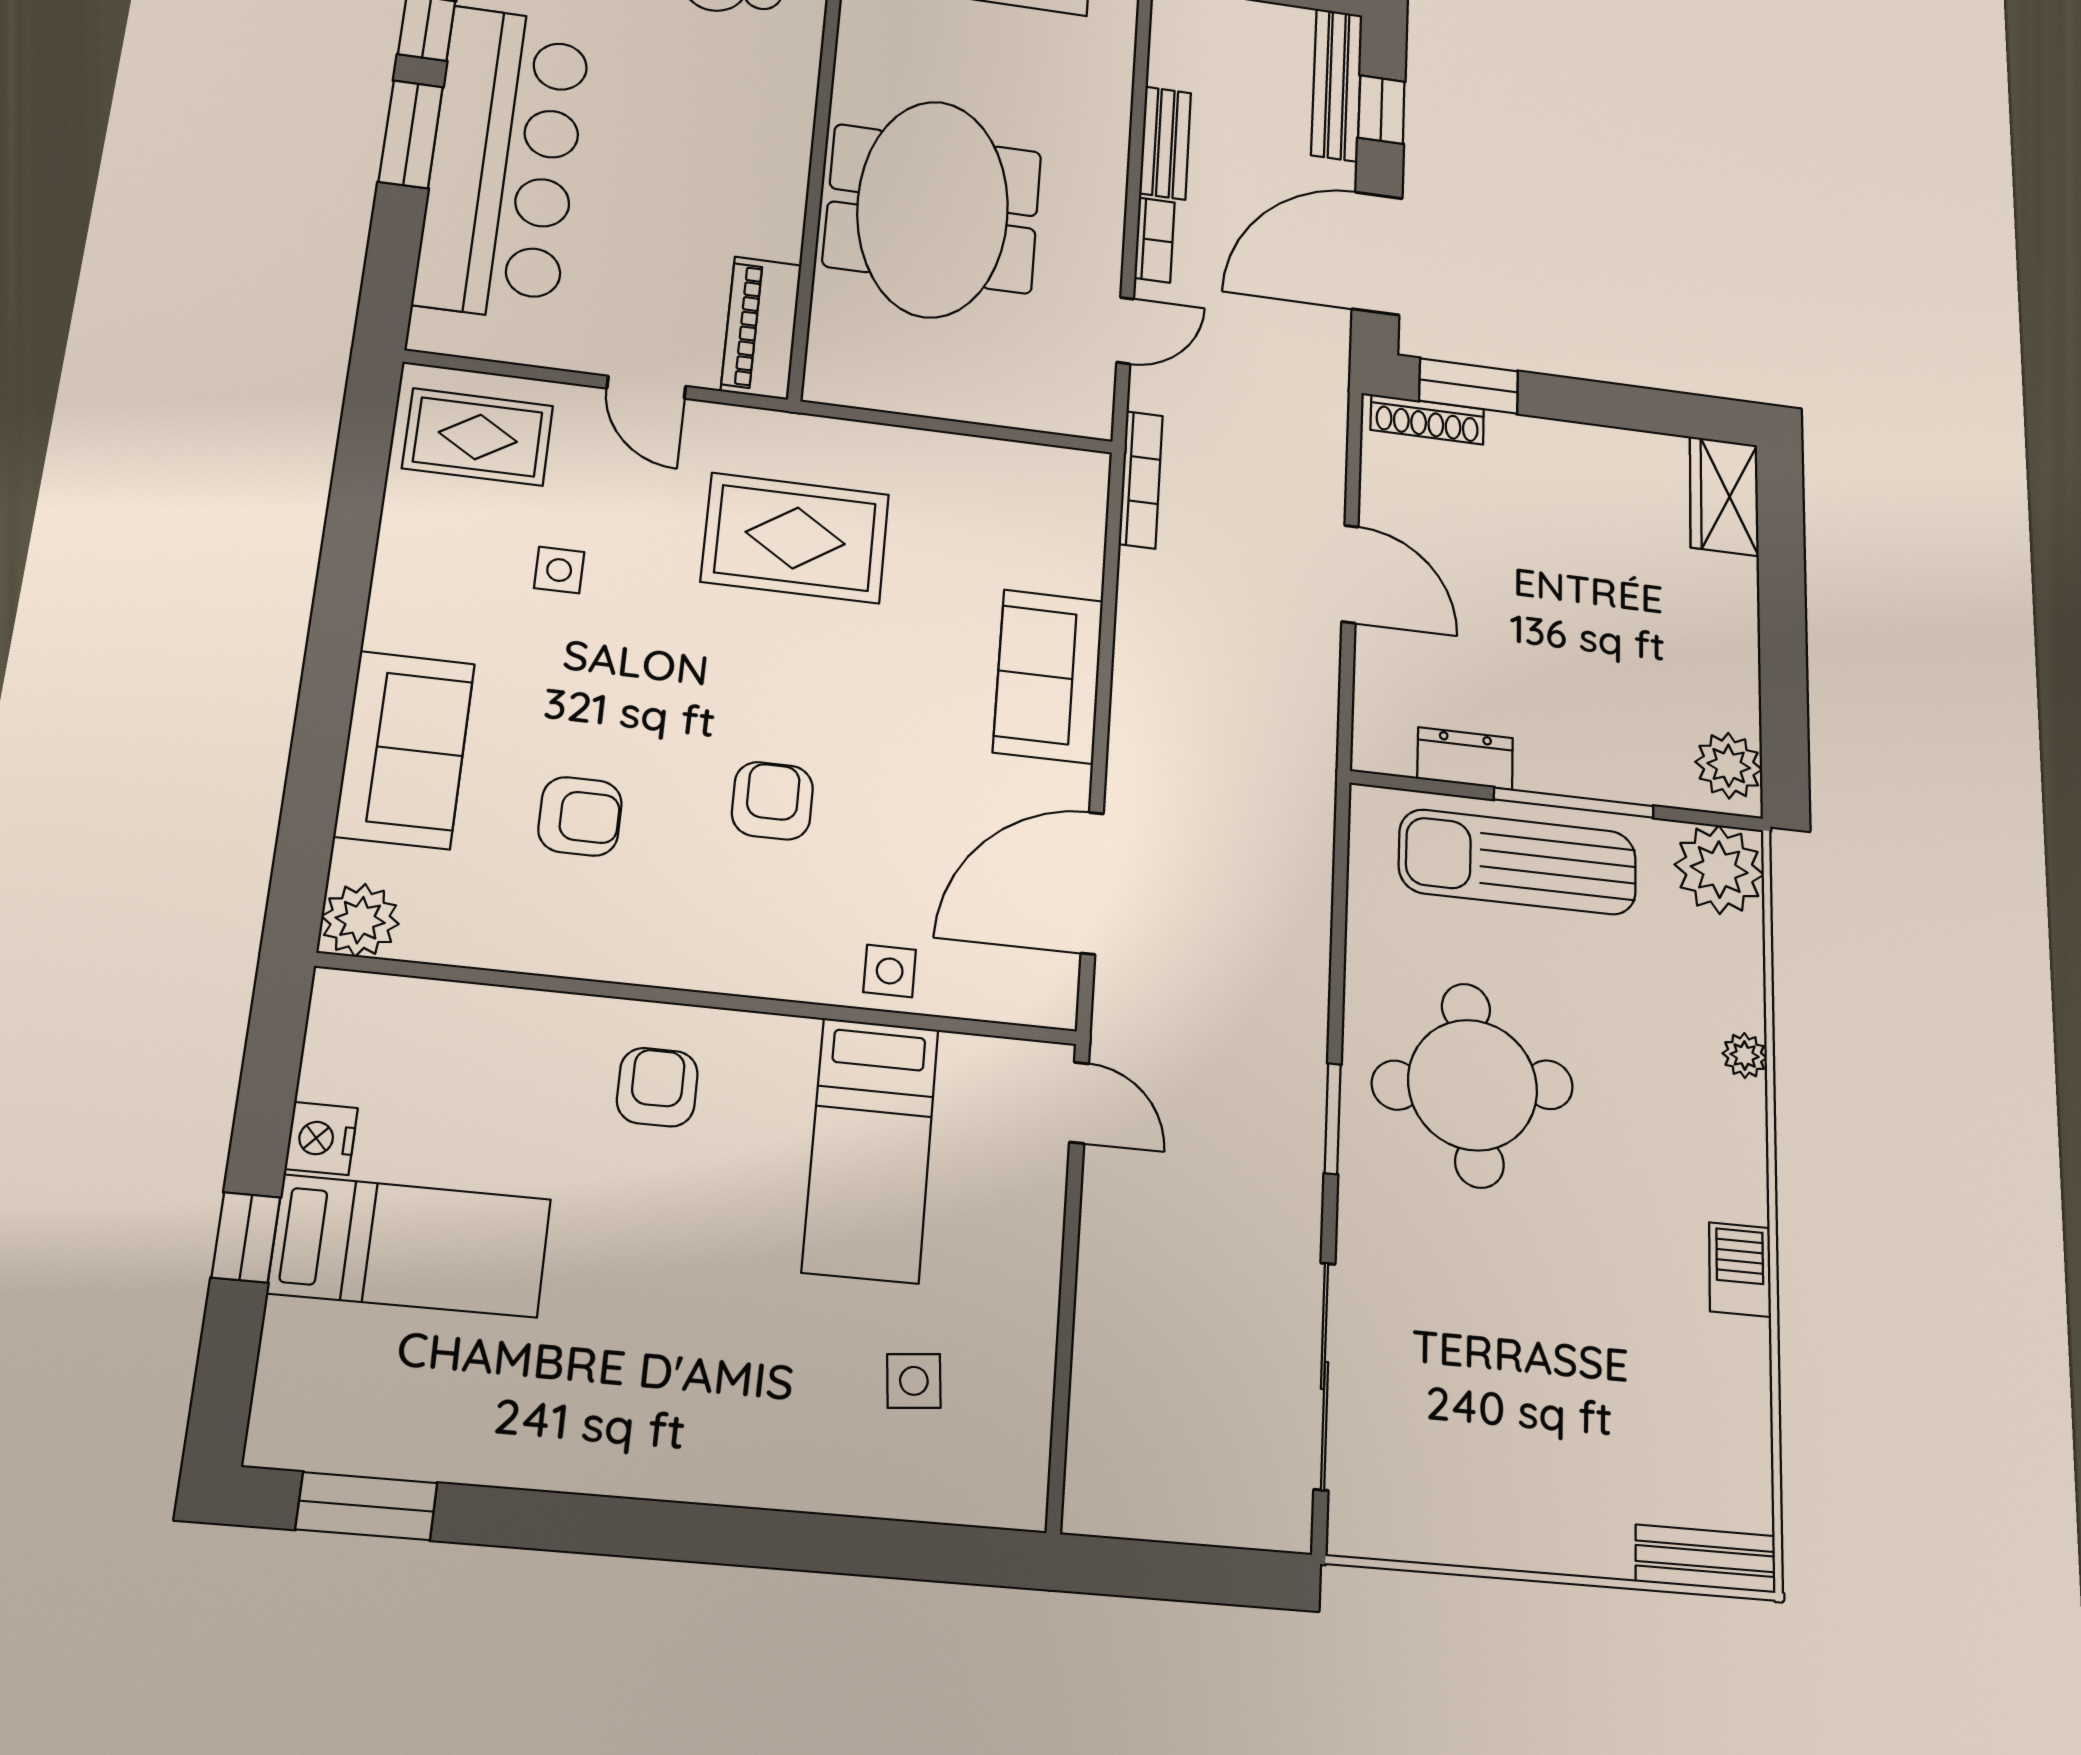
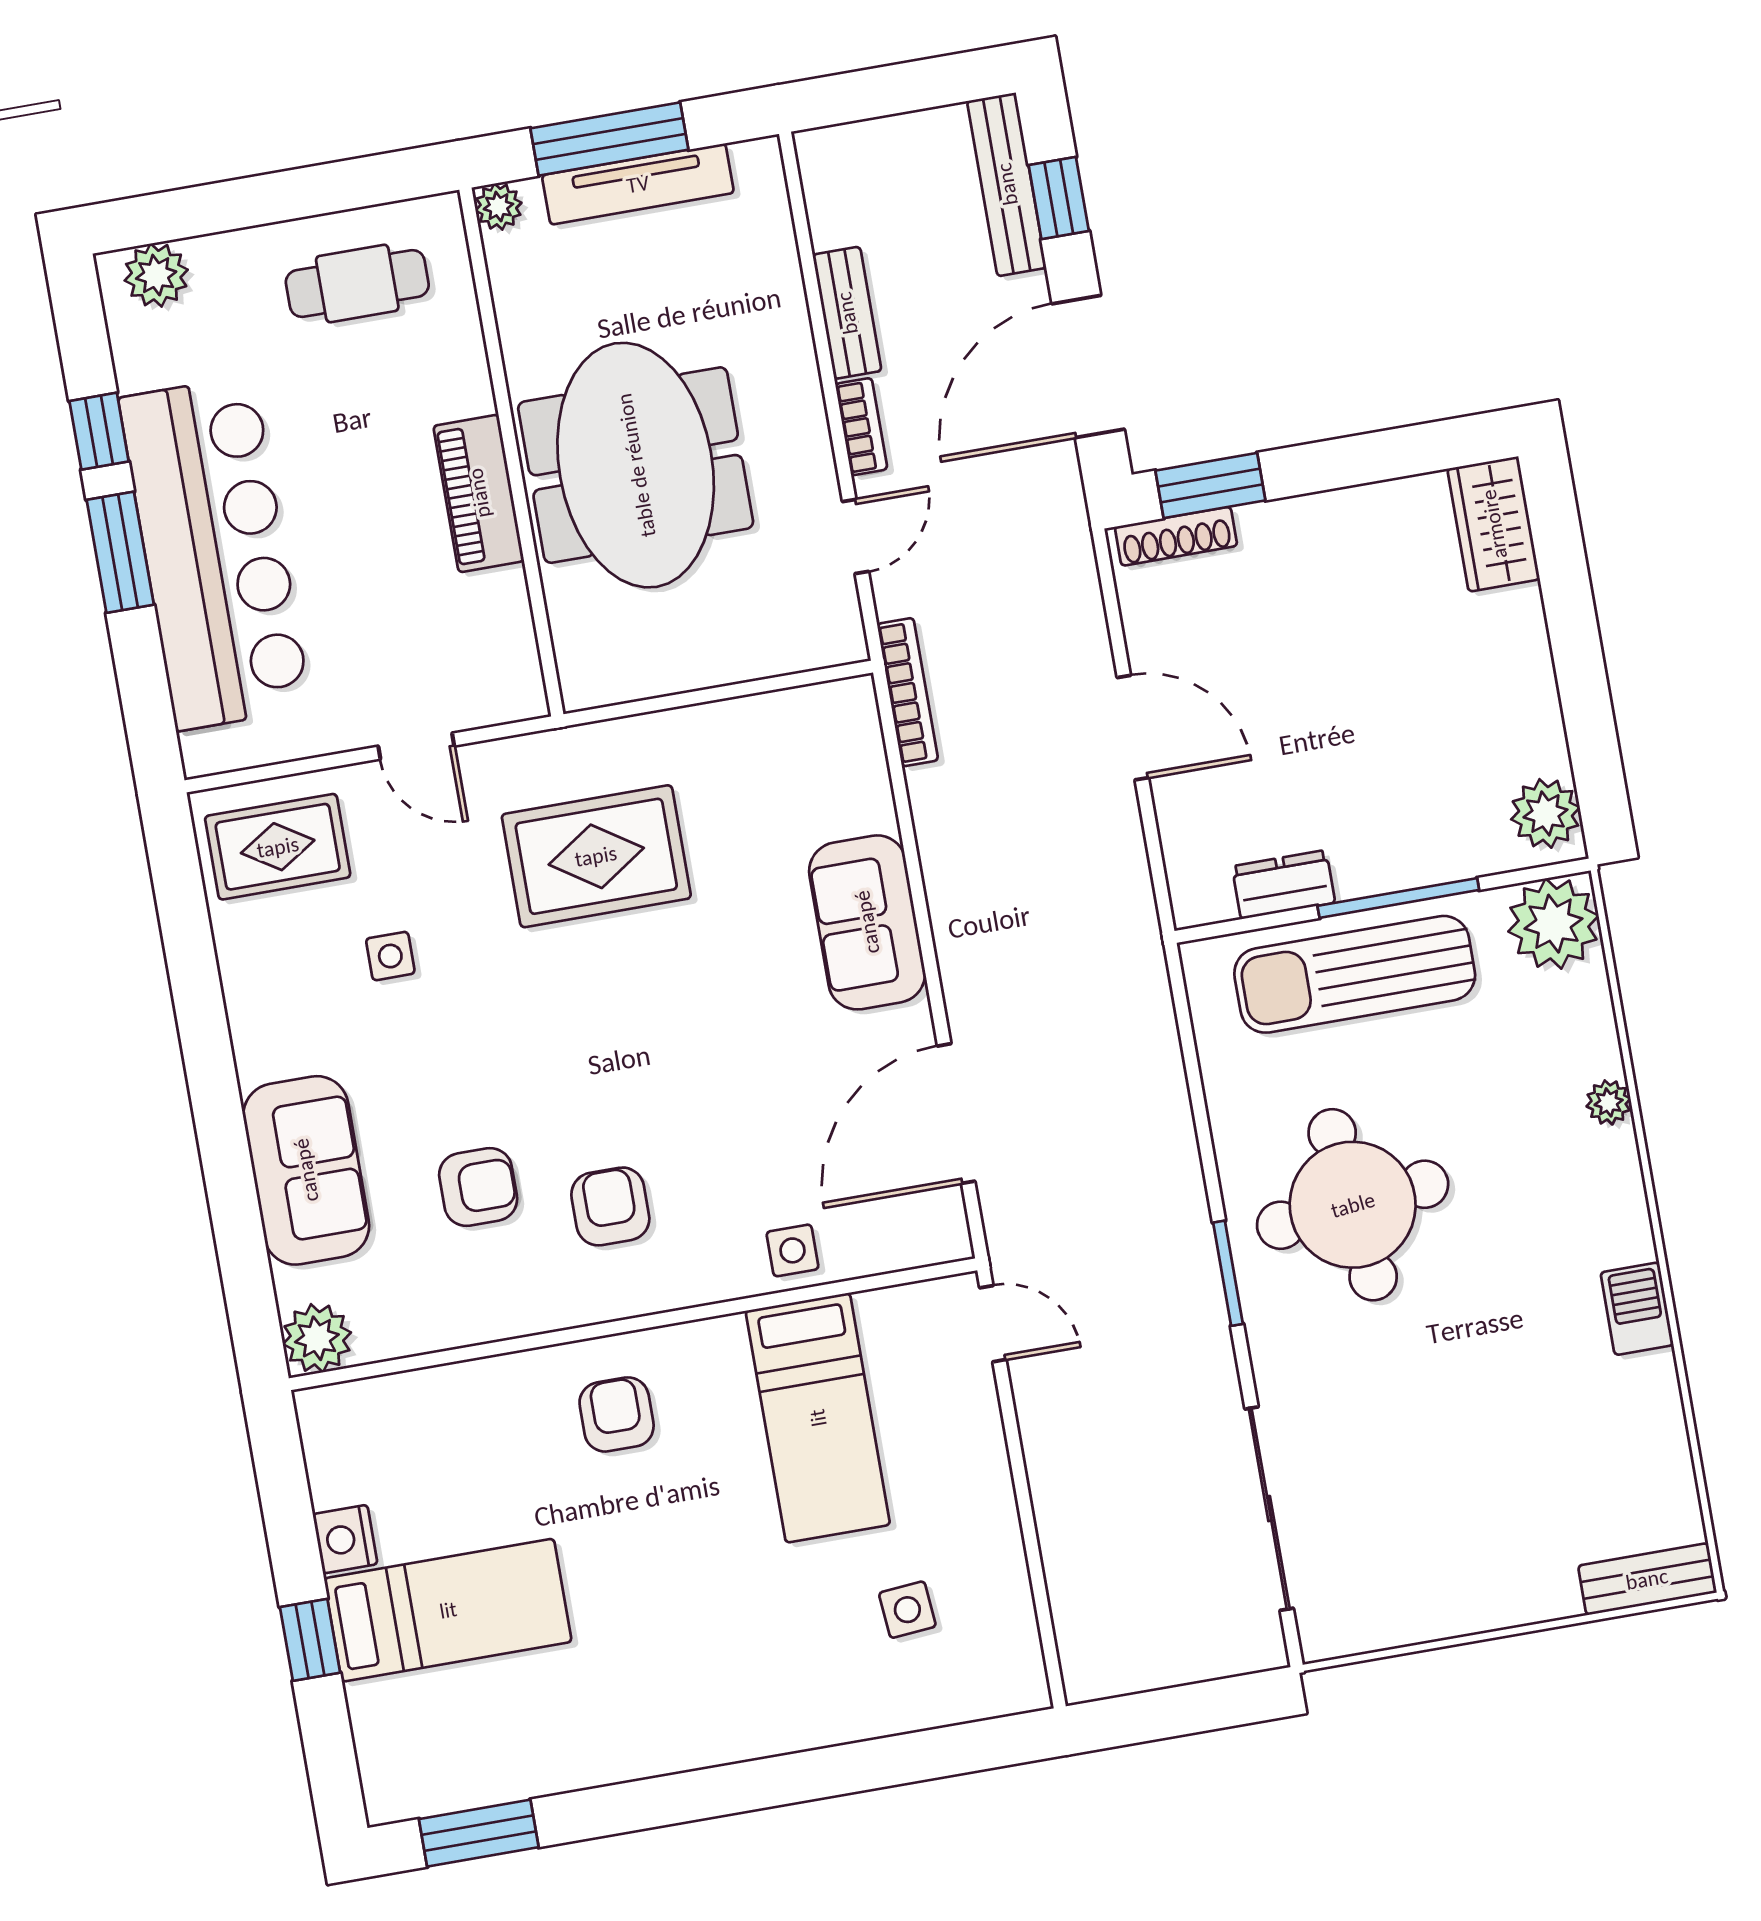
piano: (761, 328) -> (479, 493), moved
armchair: (772, 801) -> (610, 1206), moved

